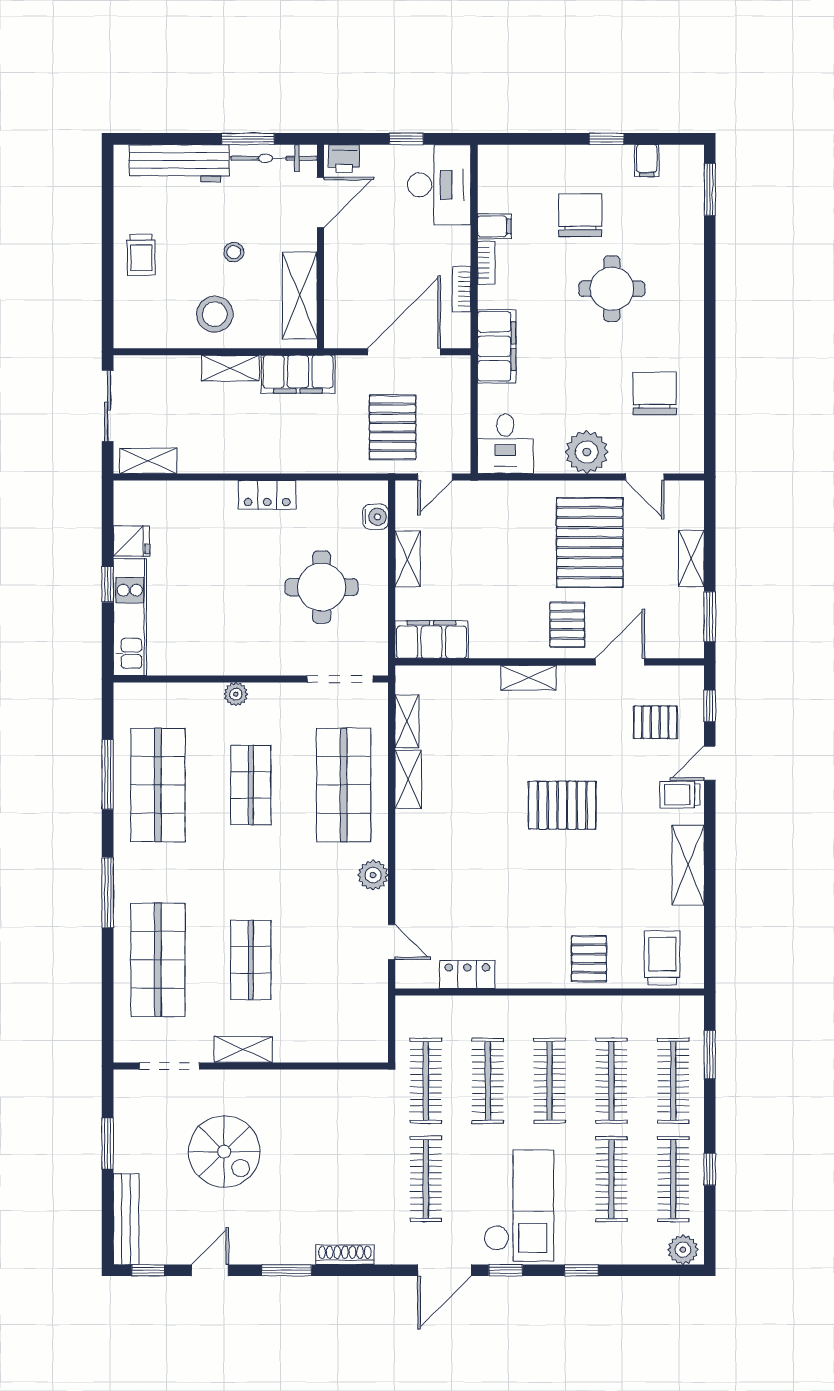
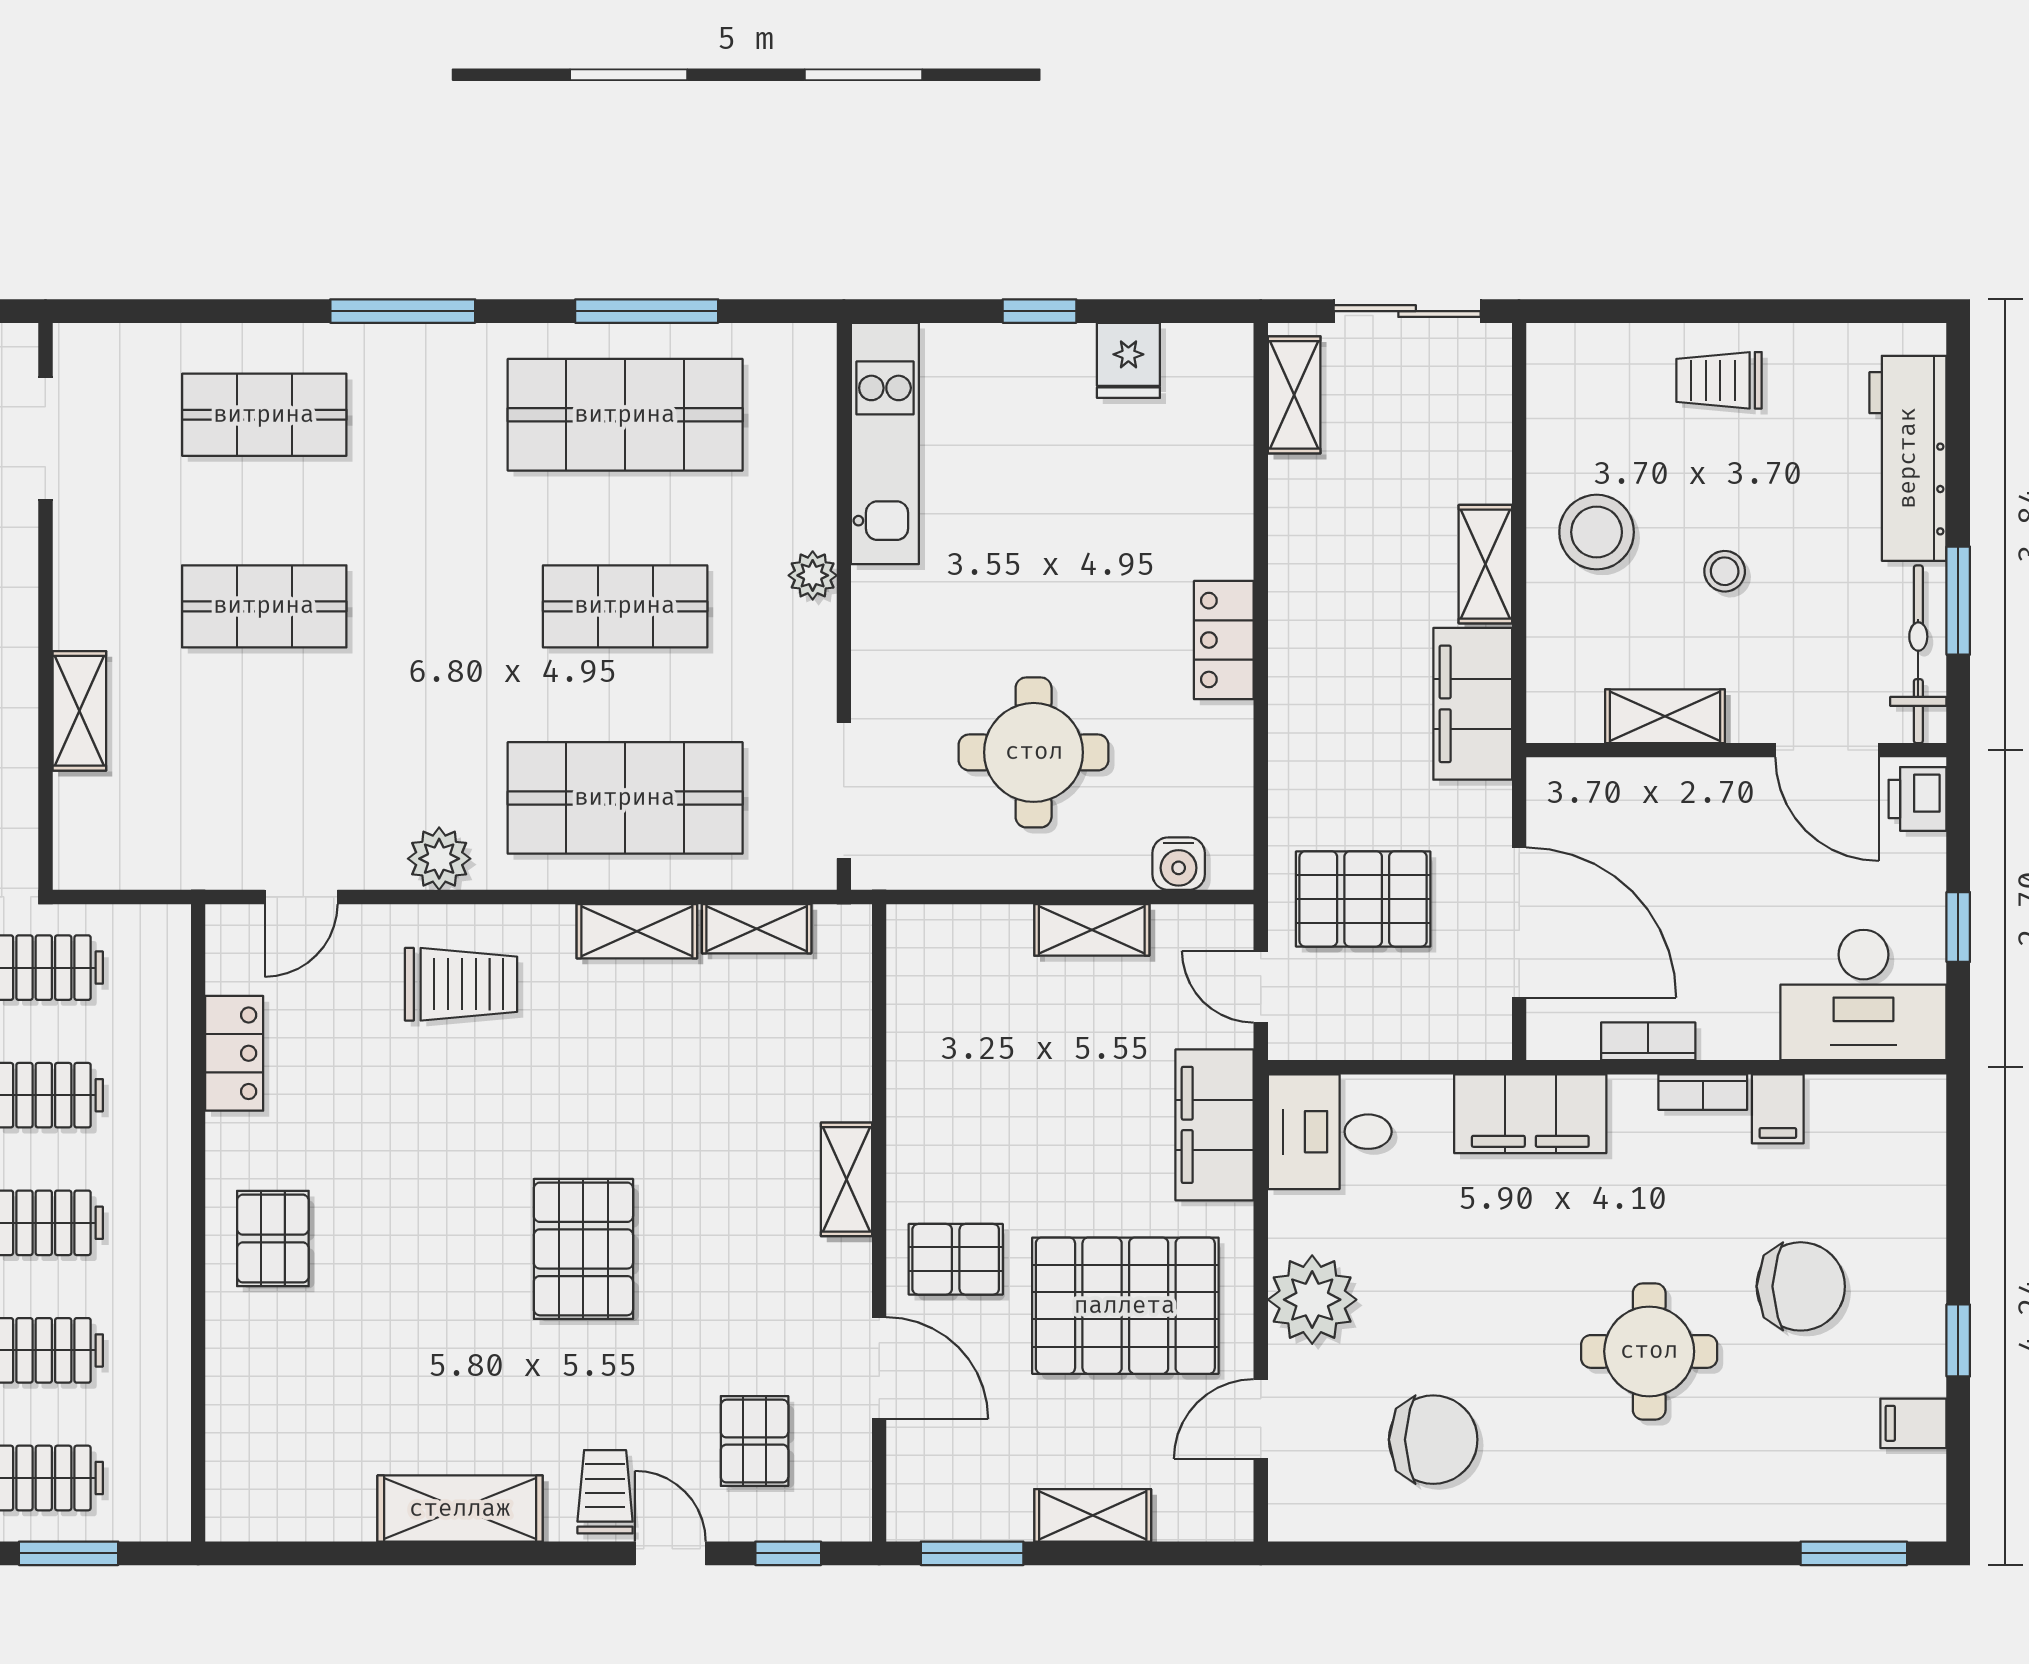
shelving: (300, 296) -> (1665, 716), width x0.67, depth x0.75
kitchen unit: (130, 617) -> (885, 443), moved, turned -90
filing cabinet: (432, 640) -> (1215, 1125), moved, turned 180
trolley: (662, 958) -> (461, 984), moved
pallet: (589, 959) -> (273, 1239), moved, turned 90
shop shelf: (158, 960) -> (264, 415), width x0.70, depth x0.74
shelving: (243, 1050) -> (79, 711), moved

